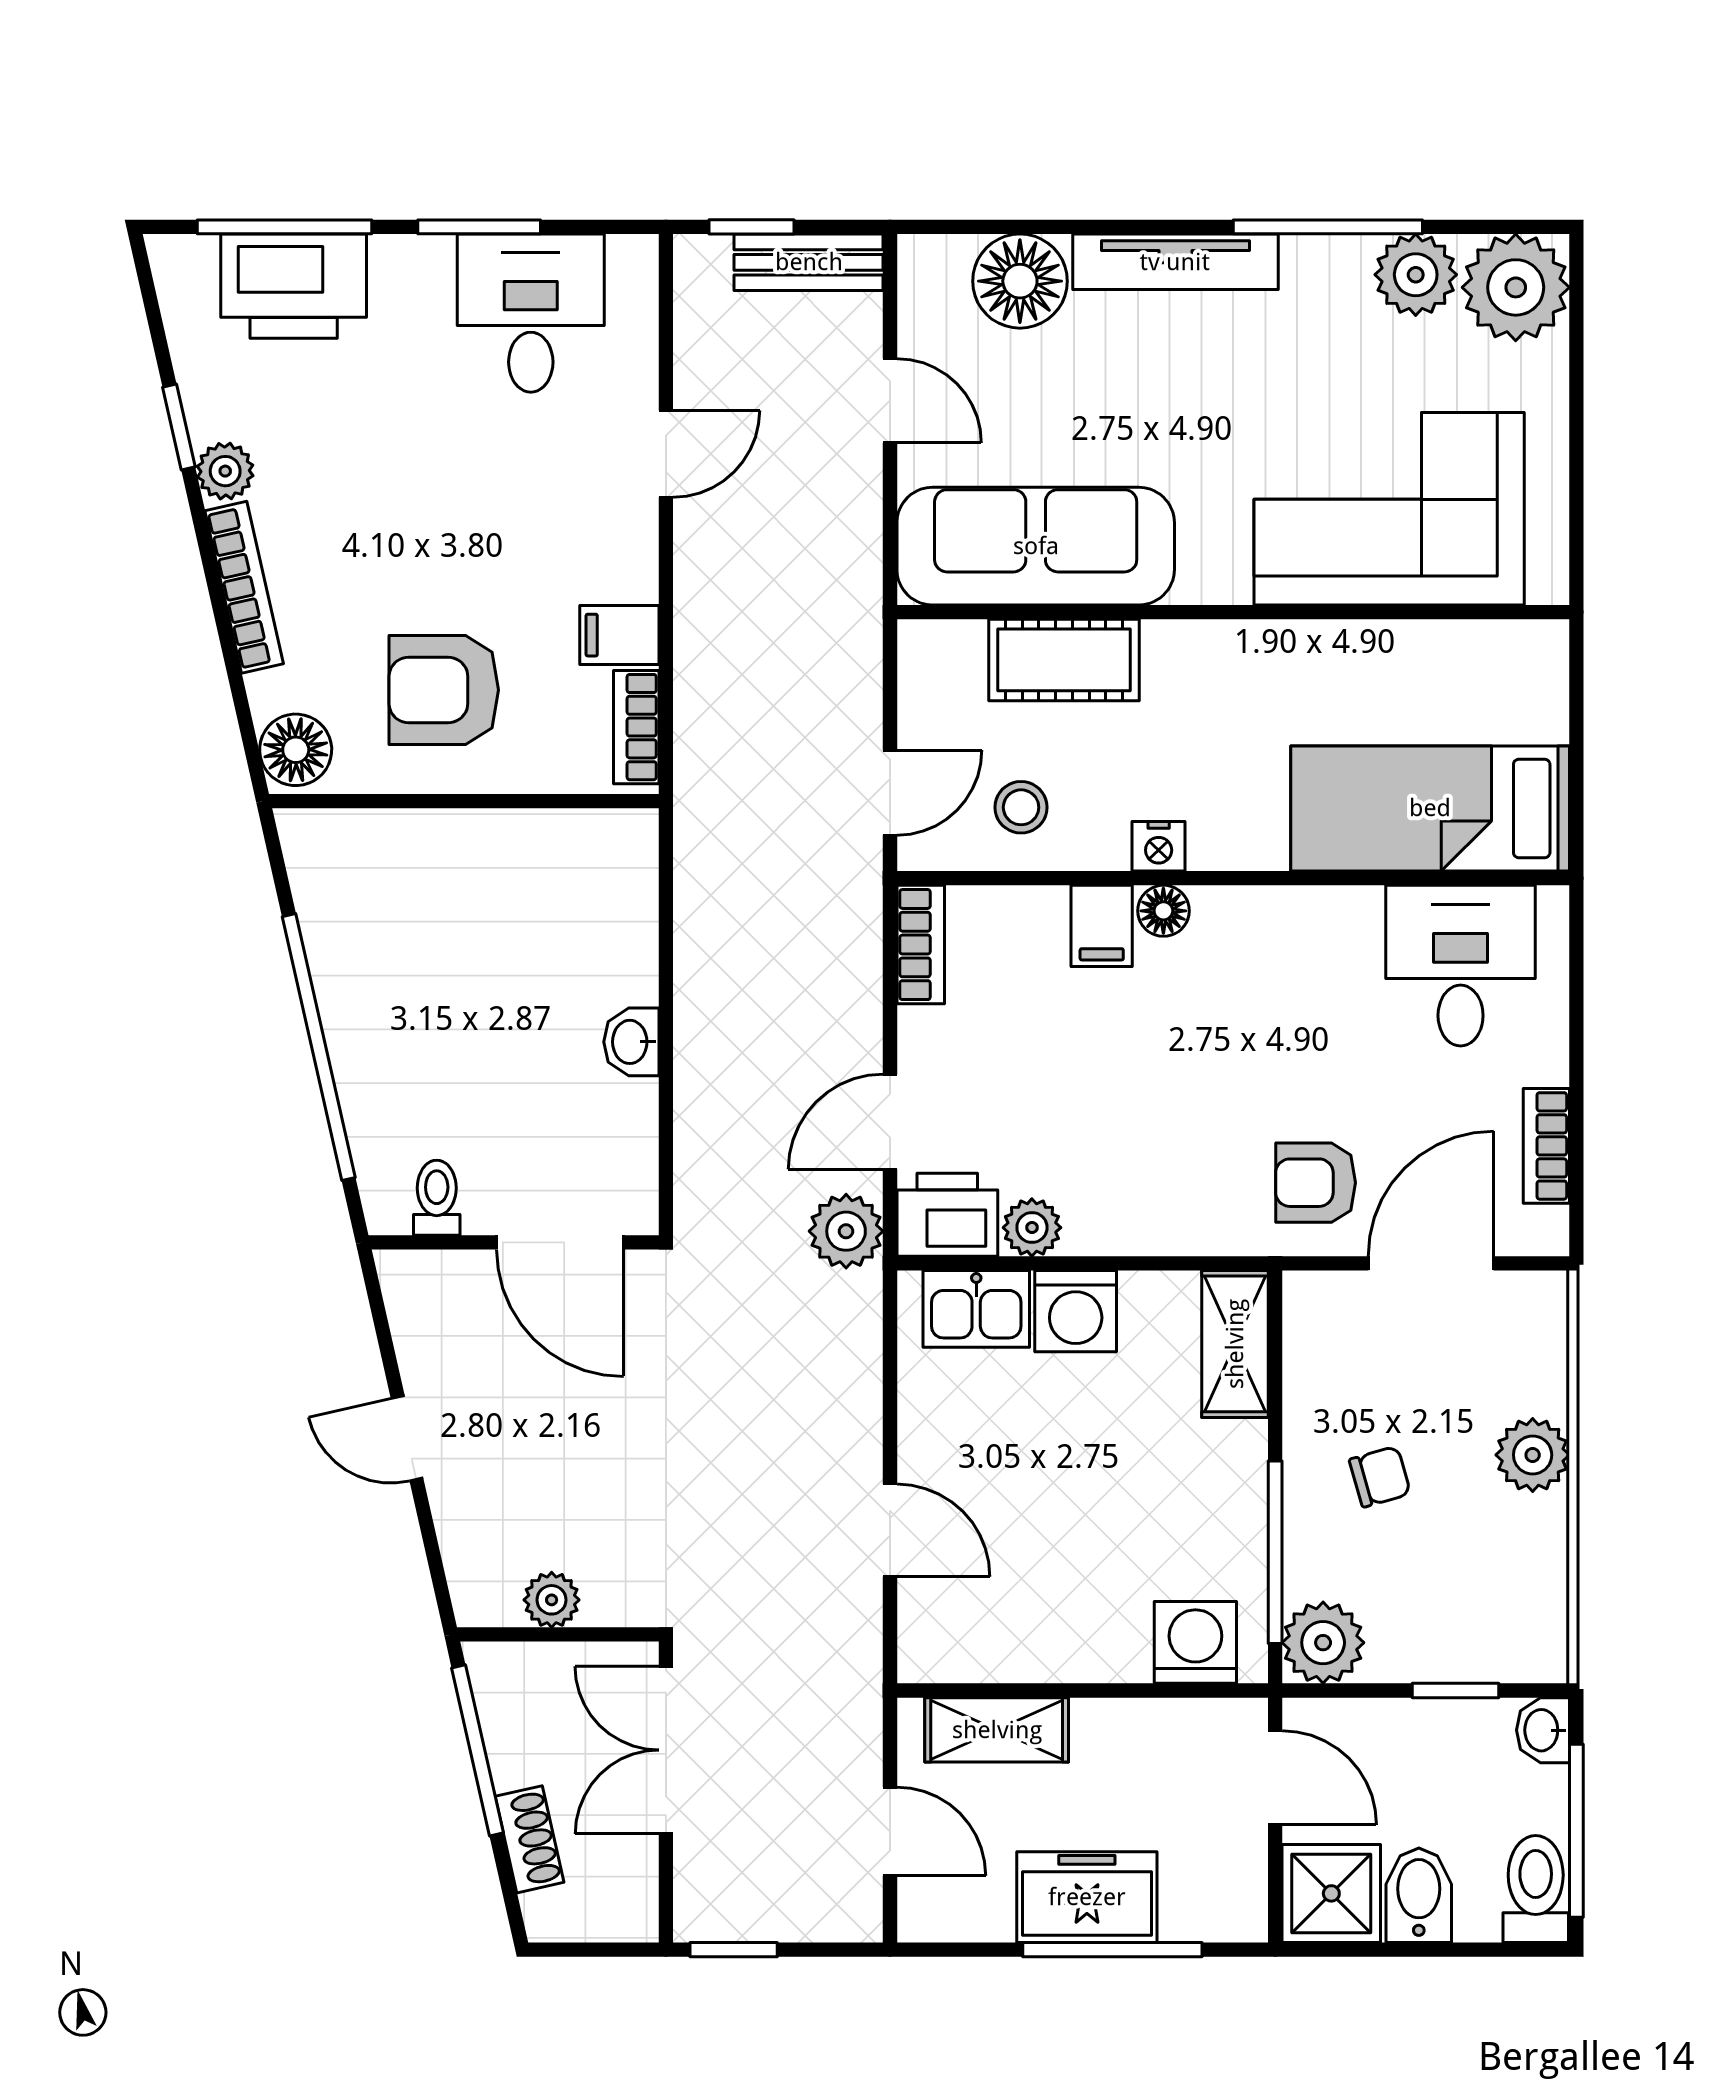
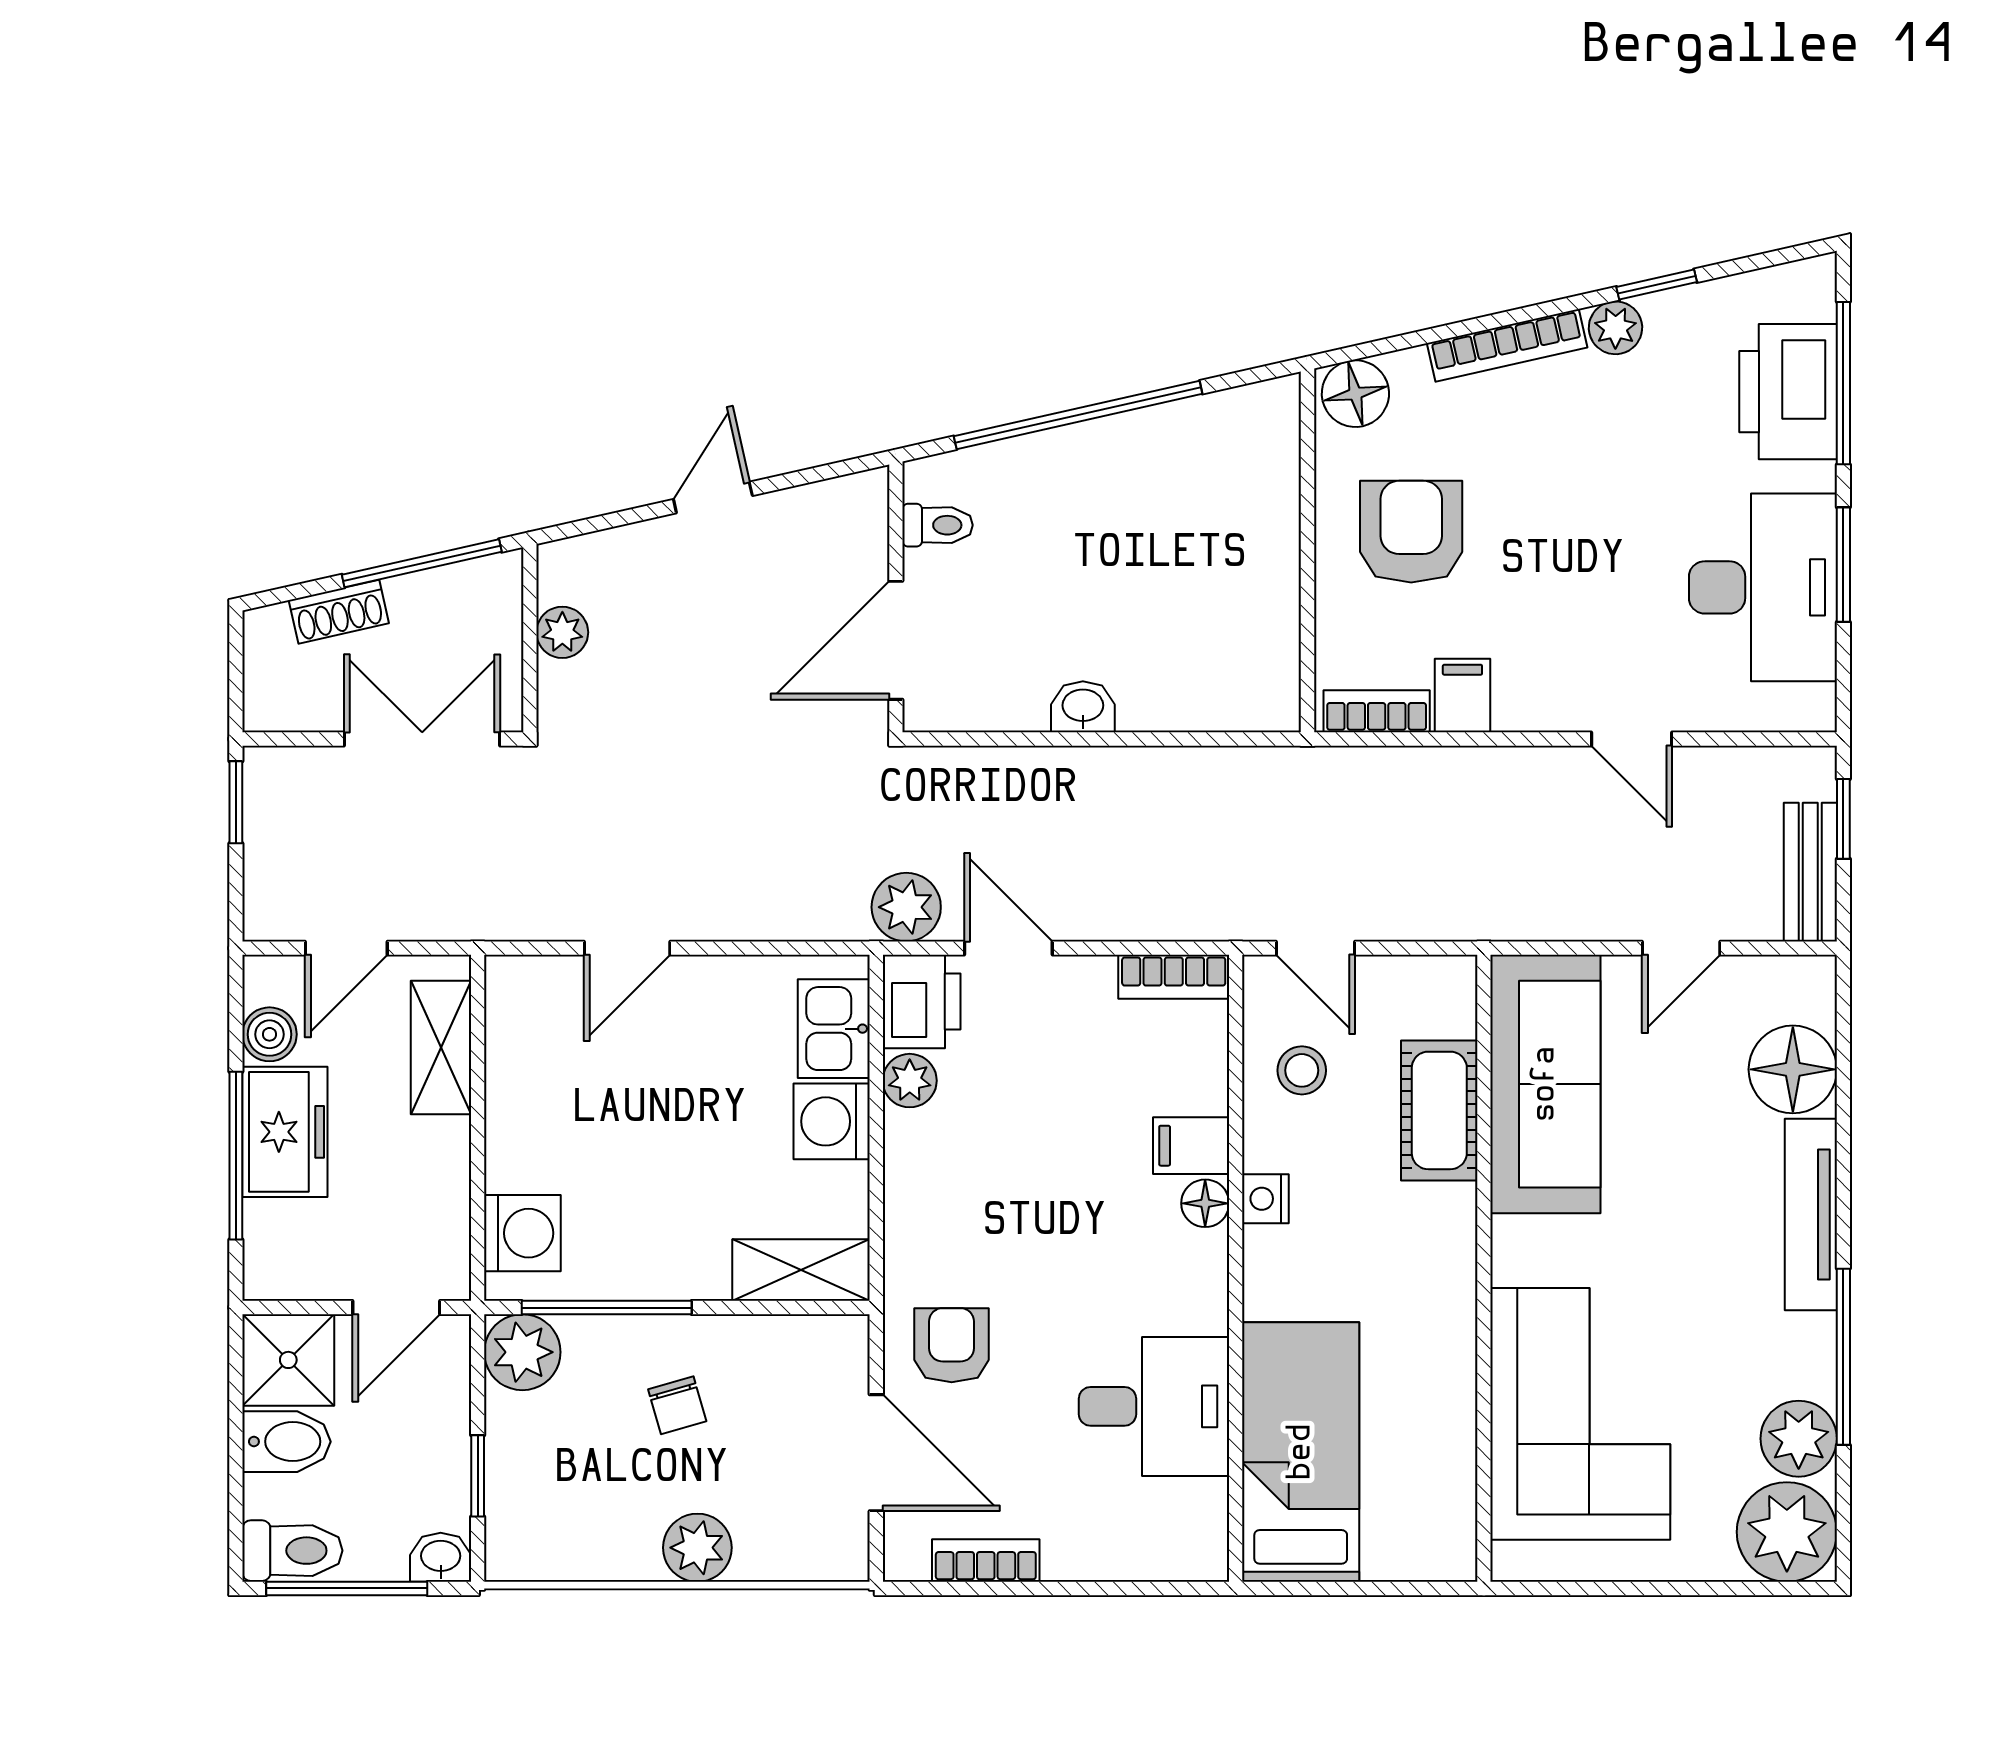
desk: (531, 313) -> (1763, 587), width x1.37
desk: (1461, 966) -> (1154, 1406), moved
boiler: (982, 1914) -> (269, 1034), added

